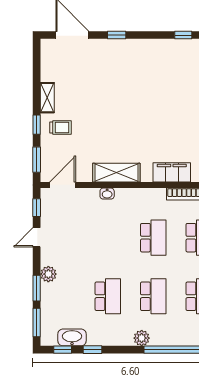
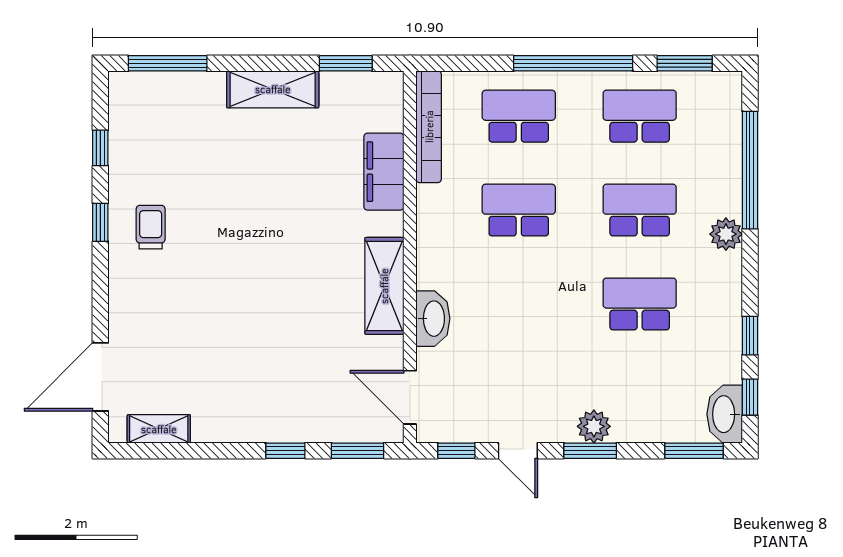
window: (117, 35) -> (100, 222), moved
shelving: (47, 98) -> (159, 429), moved
trolley: (61, 128) -> (151, 227), moved
washbasin: (107, 194) -> (433, 319), width x1.91, depth x1.45
window: (37, 288) -> (590, 451), moved
washbasin: (72, 337) -> (725, 414), moved

